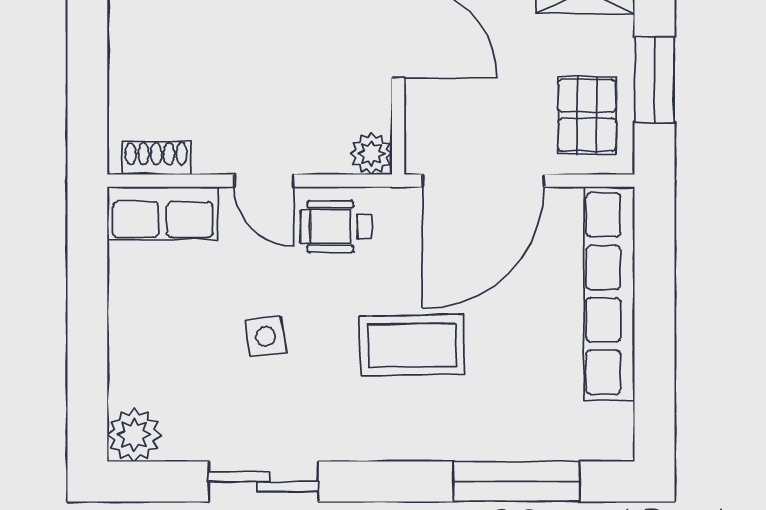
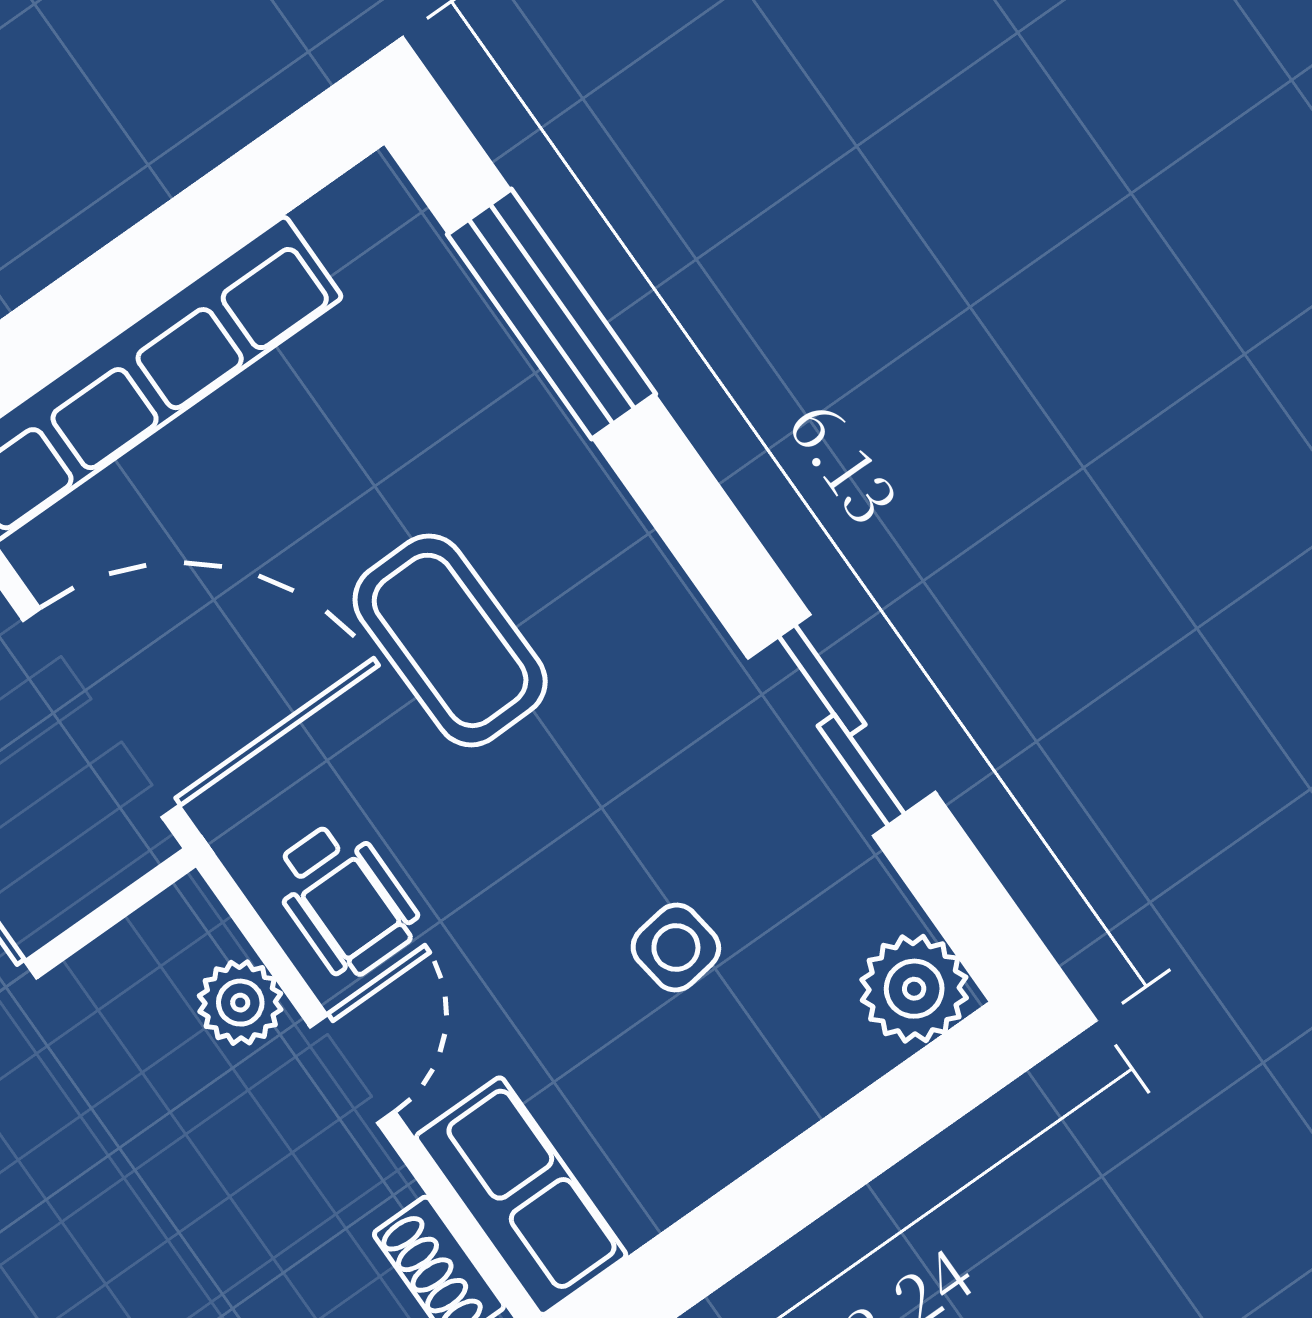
plant: (371, 154) -> (240, 1003), moved
side table: (266, 336) -> (676, 948), moved

